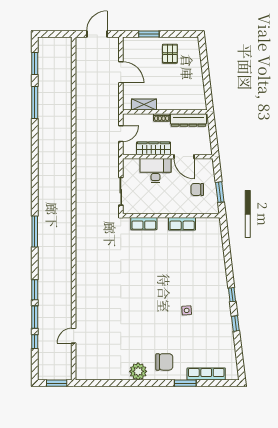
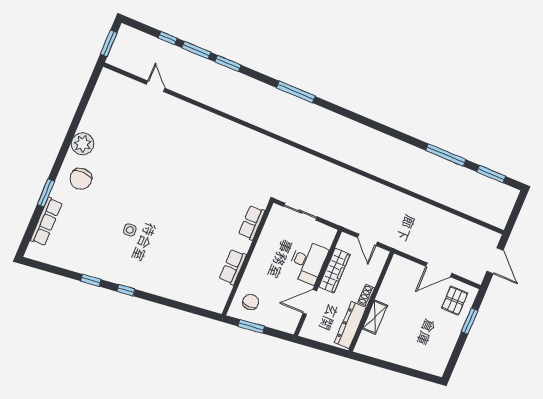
pallet: (170, 54) -> (455, 301), moved, turned 90
shelving: (144, 104) -> (375, 317), moved
chair: (197, 189) -> (251, 302), moved

